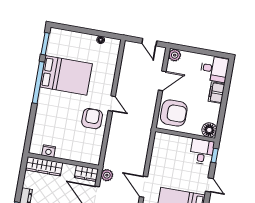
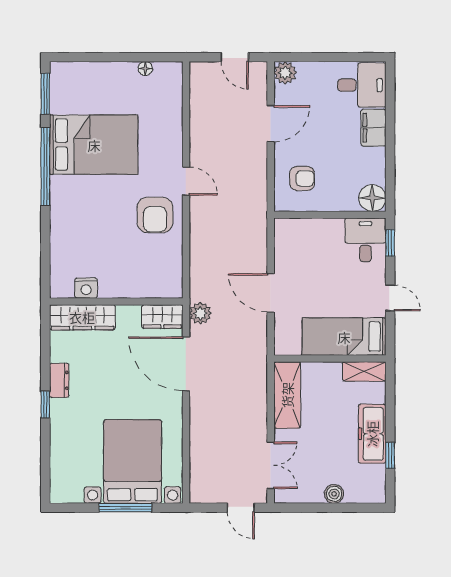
armchair: (174, 113) -> (302, 179), width x0.53, depth x0.53
armchair: (92, 119) -> (155, 215), turned 180
door: (143, 187) -> (271, 293), moved

